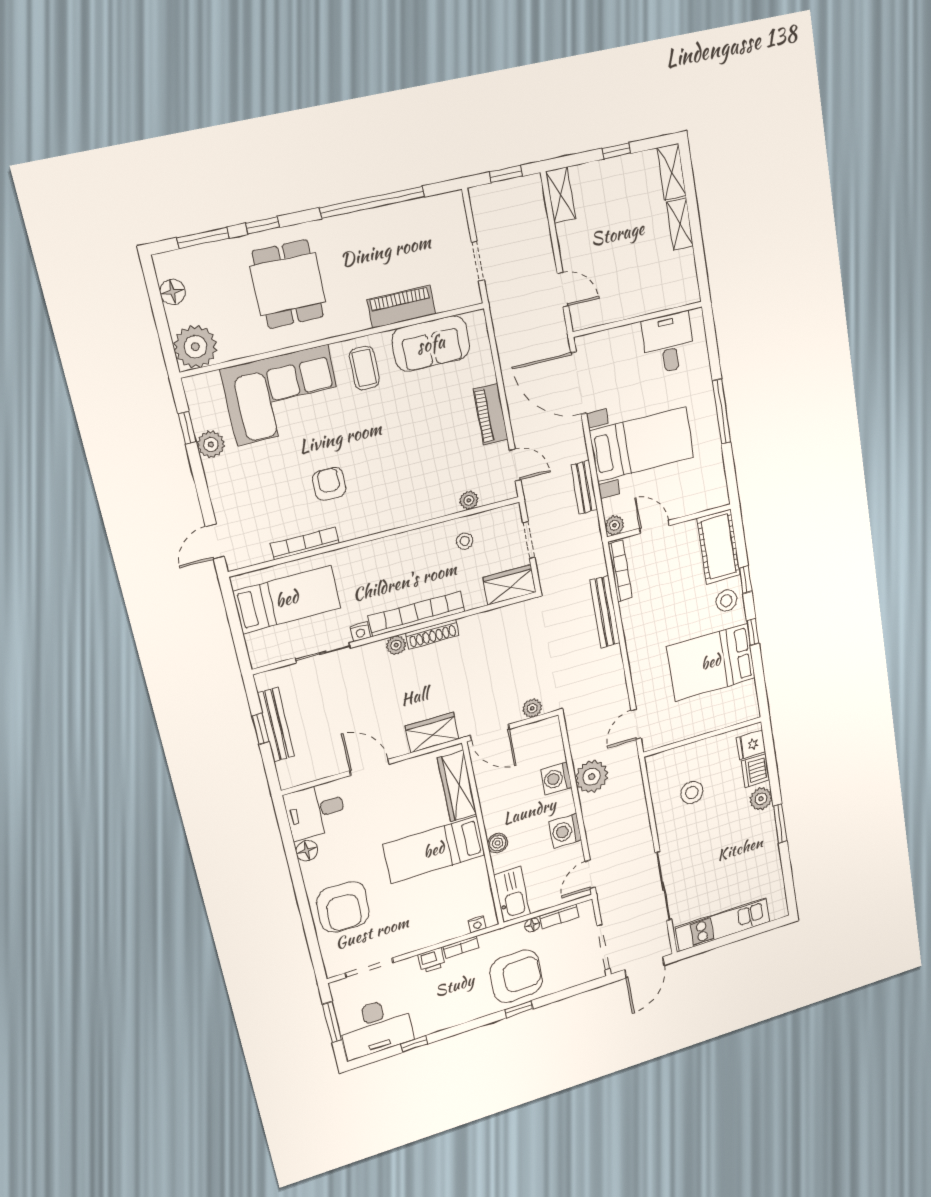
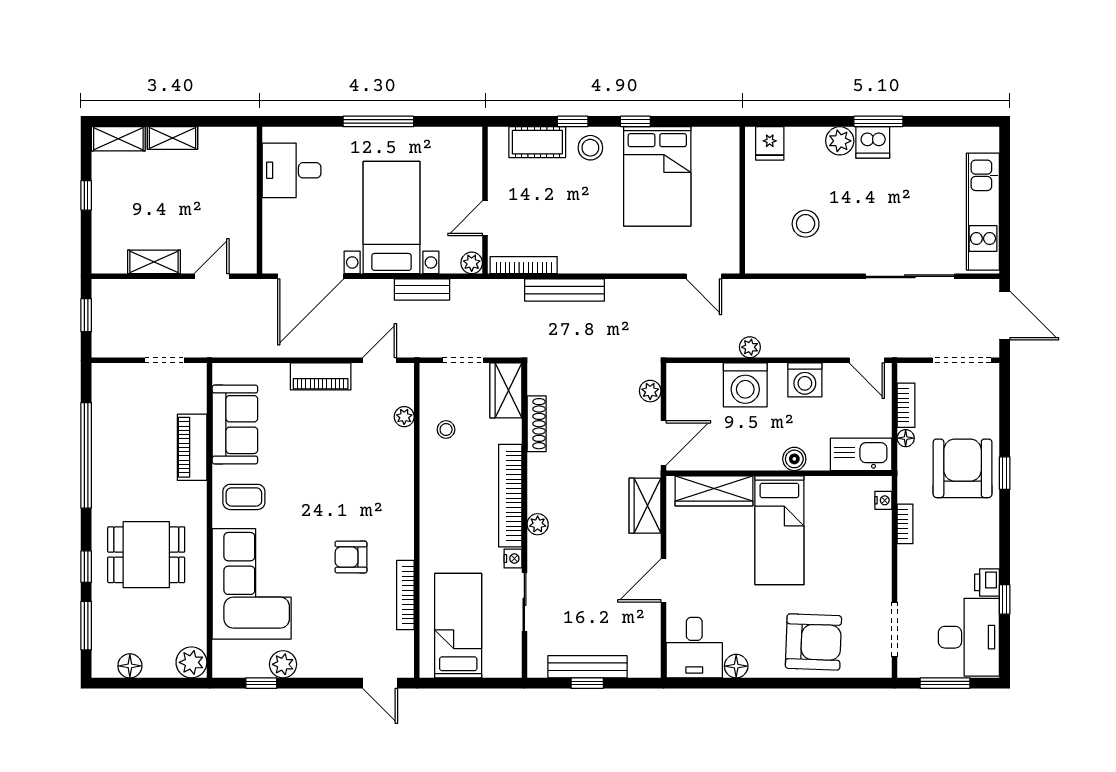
shelving: (561, 195) -> (154, 262), moved
plant: (195, 347) -> (191, 662), width x0.73, depth x0.73
cot: (719, 547) -> (537, 142), width x0.73, depth x0.75
shoe rack: (432, 634) -> (537, 424), moved
dishwasher: (756, 771) -> (873, 142), moved
plant: (592, 777) -> (750, 347), width x0.53, depth x0.53
washing machine: (556, 778) -> (745, 385), width x1.37, depth x1.37
printer: (432, 960) -> (987, 582), moved, turned 180

